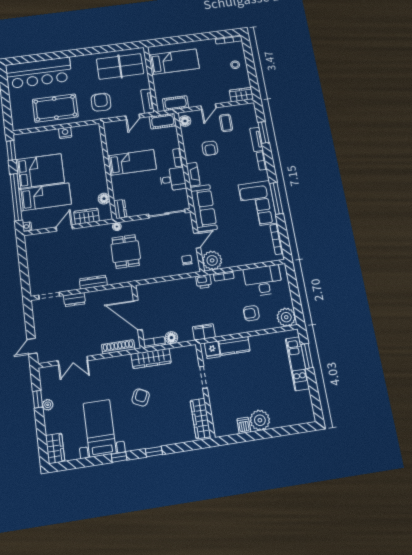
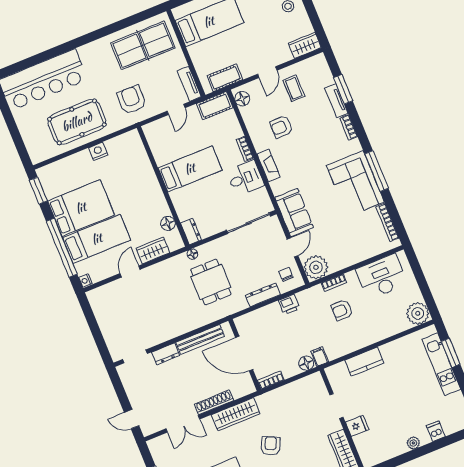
armchair: (210, 148) -> (281, 127), turned 90
sofa: (204, 208) -> (294, 213), width x0.73
dresser: (93, 282) -> (263, 295), moved
printer: (204, 282) -> (289, 304), moved
bench: (105, 295) -> (200, 339), added
armchair: (251, 313) -> (342, 310), moved
filing cabinet: (204, 332) -> (320, 357), width x0.50
floor lamp: (171, 338) -> (306, 363), moved
door: (32, 346) -> (132, 419), hinge flipped
shoe rack: (118, 347) -> (214, 402), moved
fridge: (212, 350) -> (357, 426), moved, turned -90
wardrobe: (151, 358) -> (236, 414), moved
plant: (260, 420) -> (413, 443), width x0.53, depth x0.53
dishwasher: (244, 425) -> (436, 431), moved

